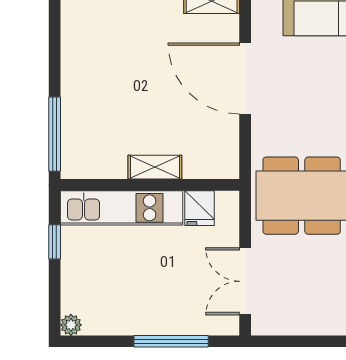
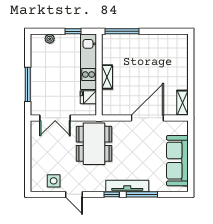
double door: (245, 281) -> (55, 118), swing flipped
plant: (71, 325) -> (50, 39), moved

